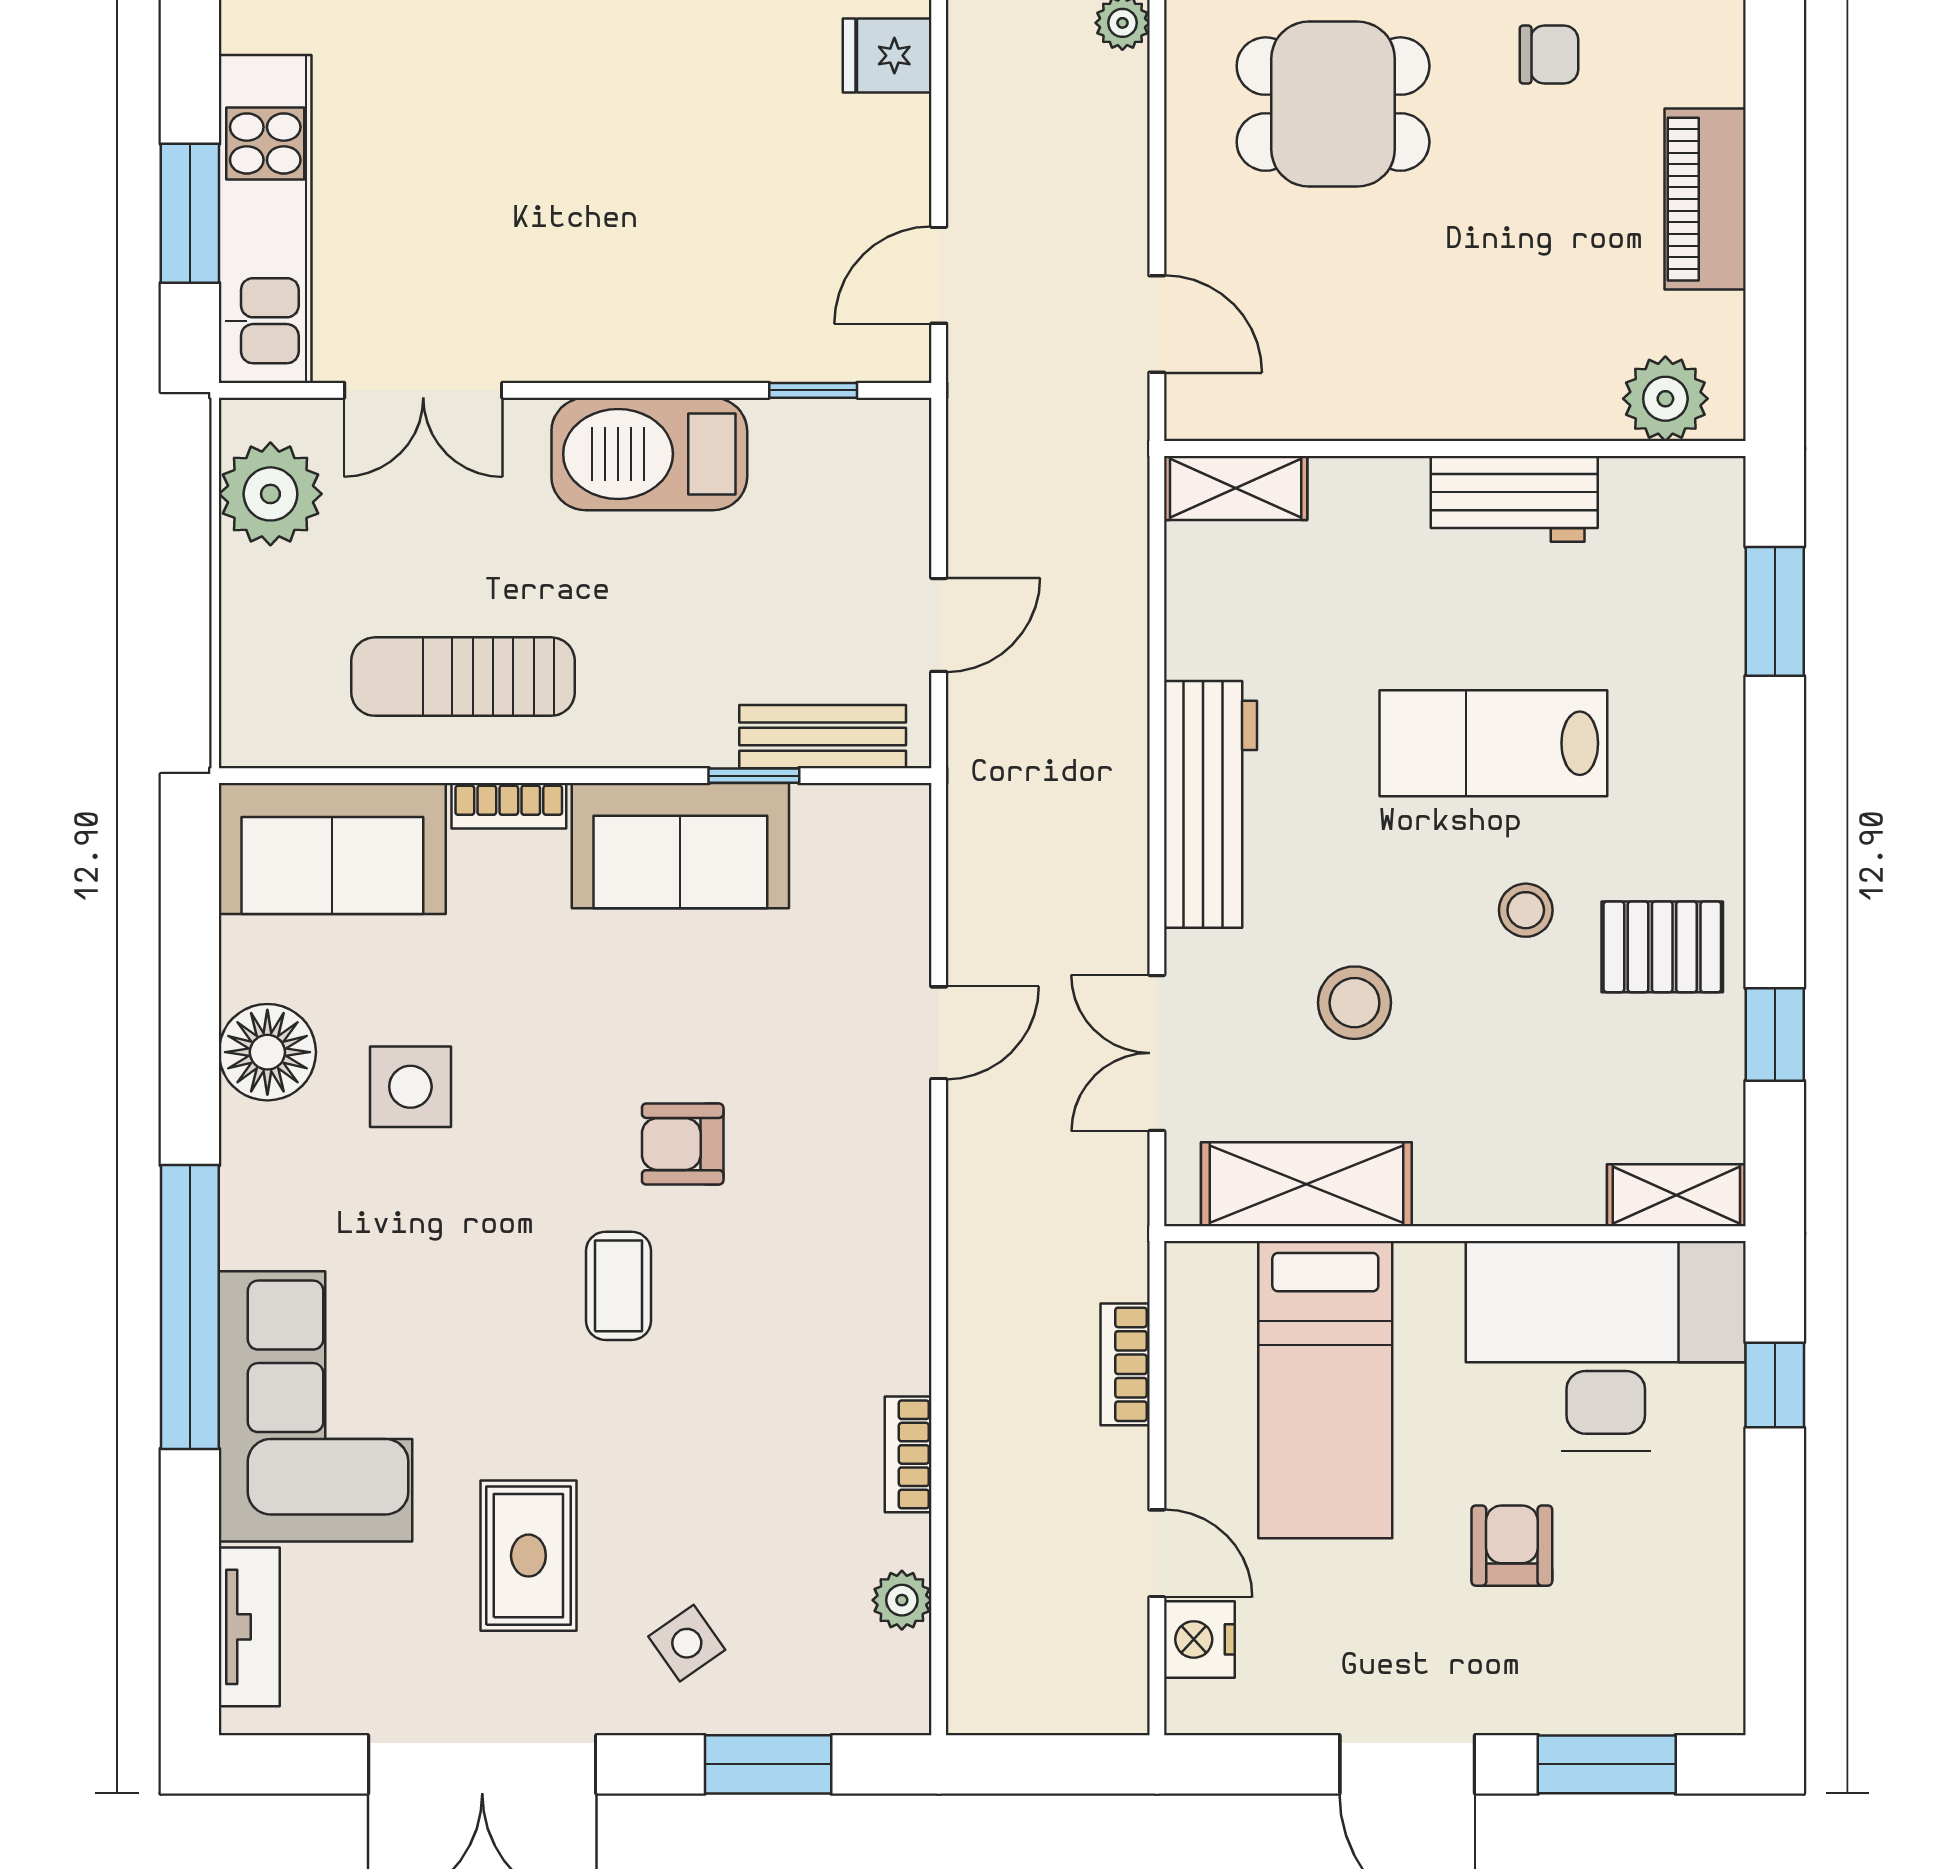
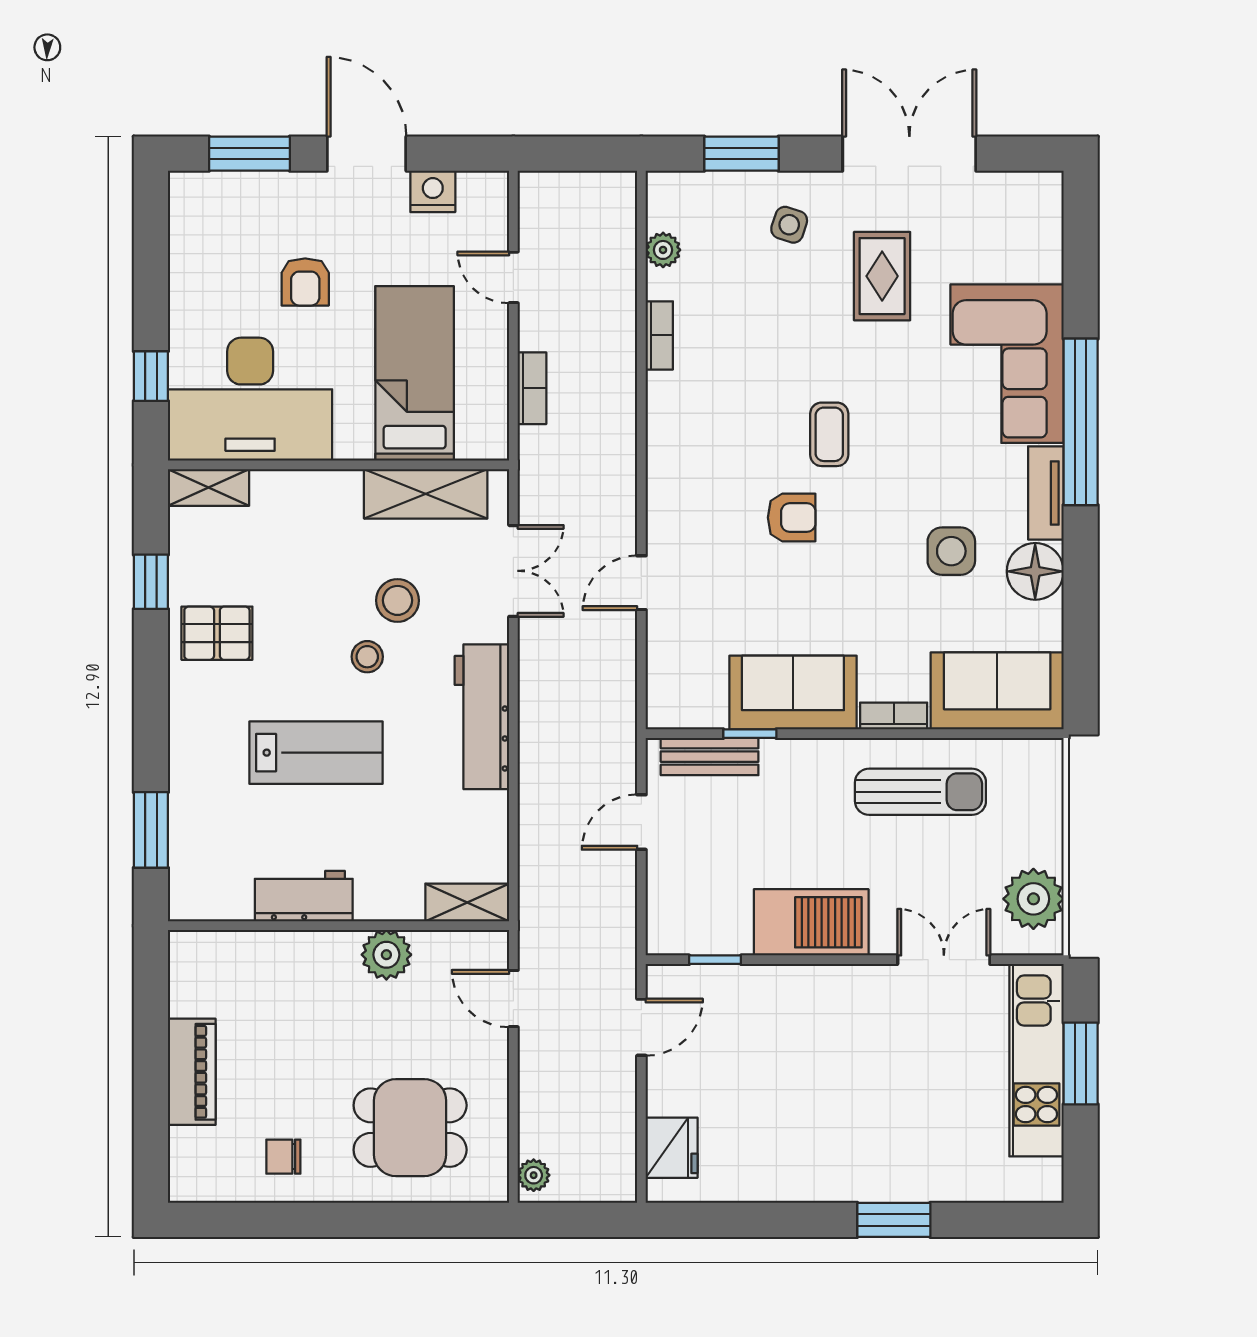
fridge: (887, 56) -> (672, 1148), width x1.38
plant: (1665, 399) -> (386, 955), moved
stool: (1526, 910) -> (367, 657), moved
tv unit: (249, 1627) -> (1046, 493), moved
nightstand: (1199, 1639) -> (433, 191), moved, turned -90
side table: (687, 1643) -> (789, 225), turned -37

